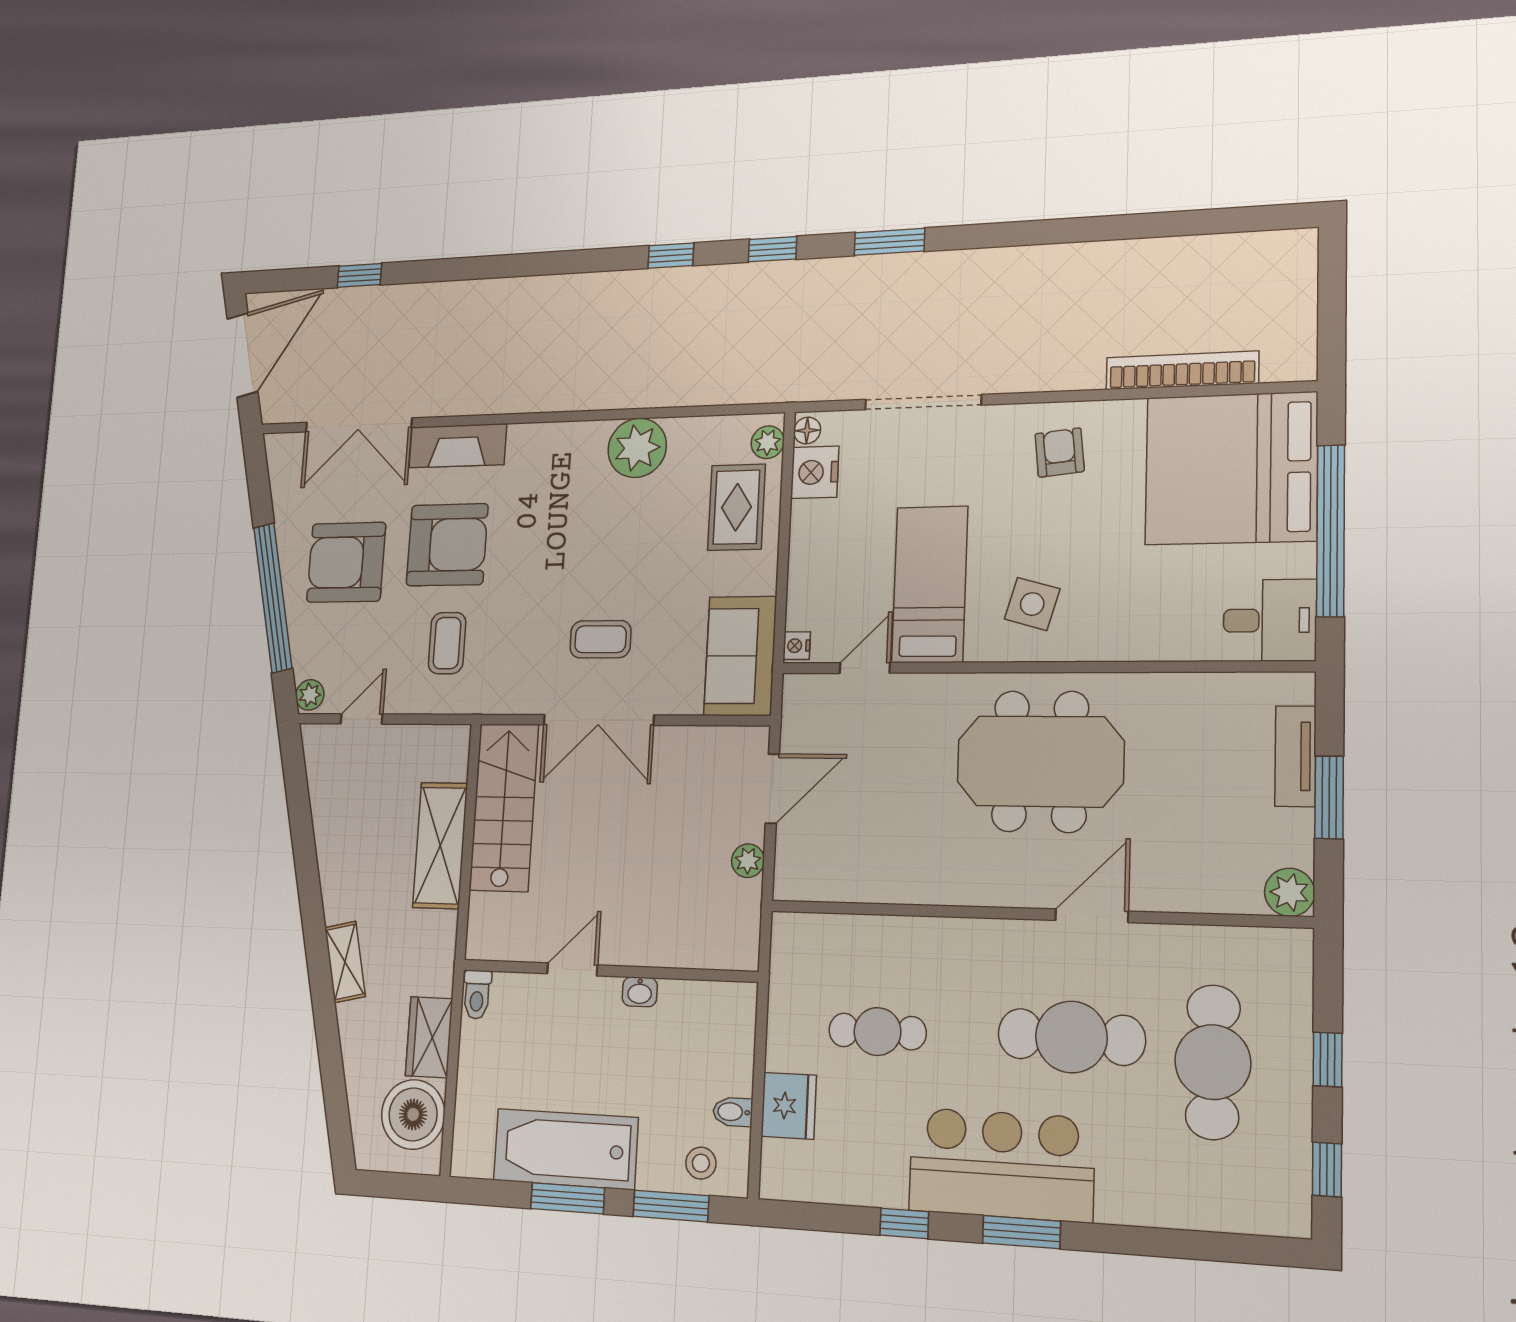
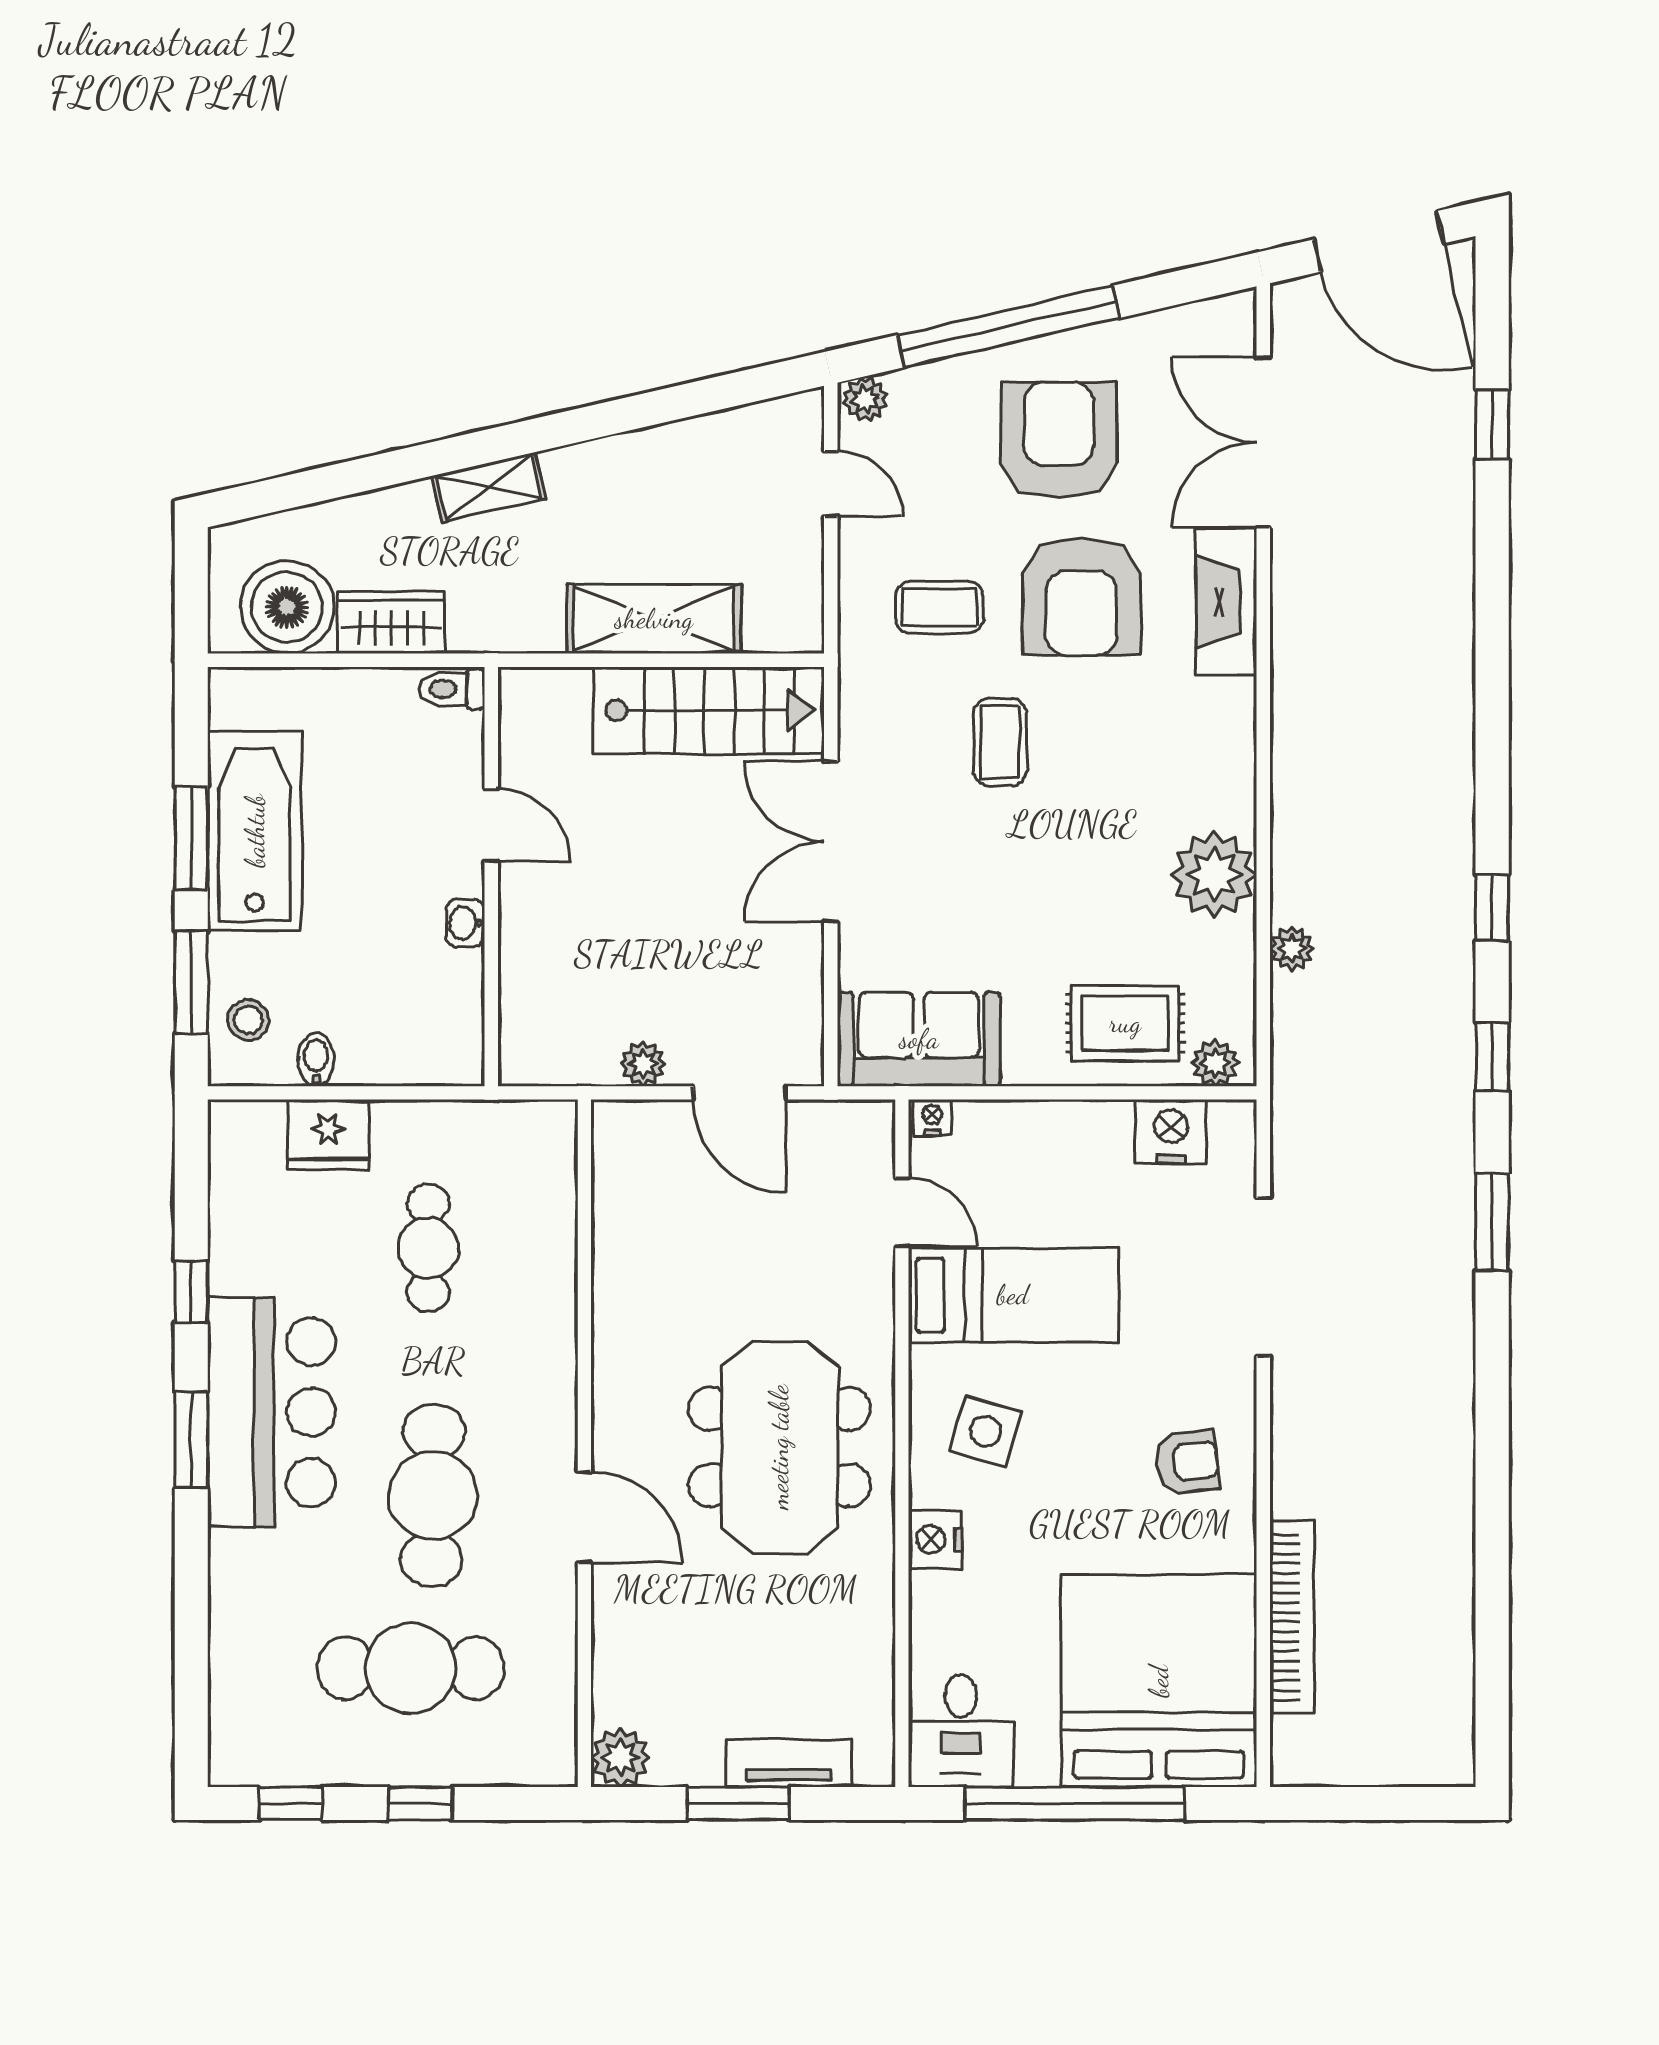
plant: (691, 392) -> (1292, 949), added
floor lamp: (807, 430) -> (1230, 1118), removed
coffee table: (601, 639) -> (1000, 742), moved
nightstand: (1116, 641) -> (935, 1540), added

